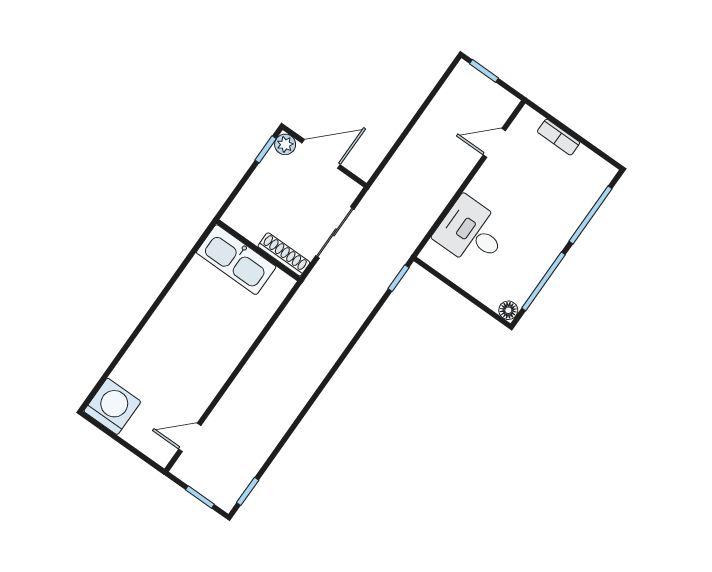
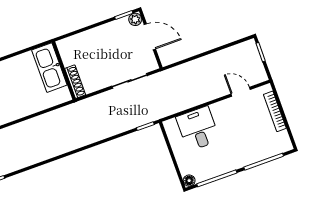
bookcase: (559, 137) -> (275, 111), width x1.56
wall: (258, 250) -> (64, 71), moved
shoe rack: (284, 254) -> (75, 82), moved
kitchen sink: (236, 260) -> (49, 68), moved

